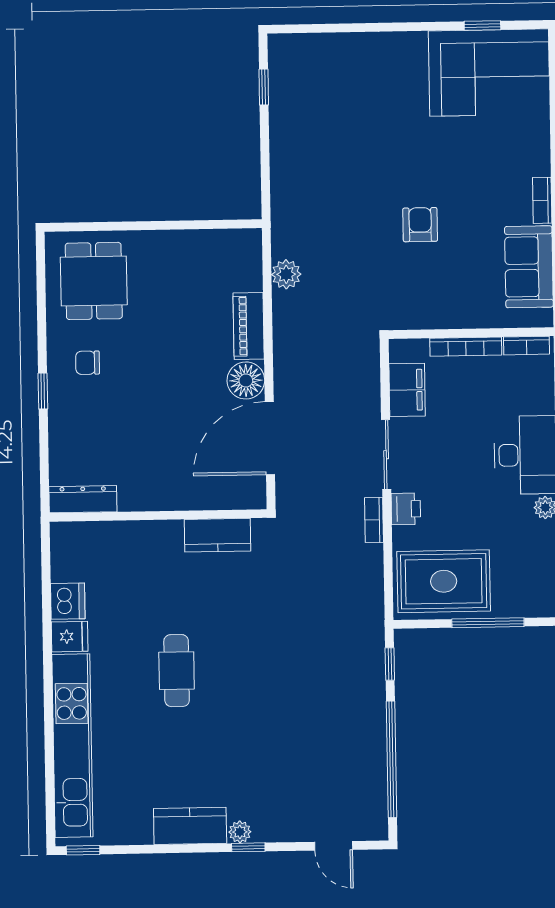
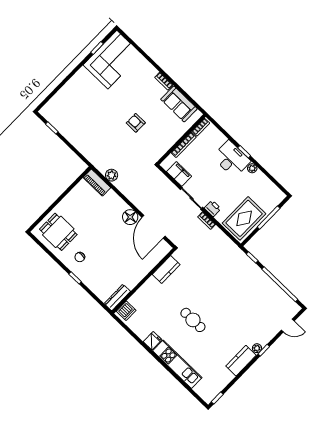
piano: (249, 326) -> (97, 183), moved
dishwasher: (68, 601) -> (126, 311), moved, turned 90
kitchen unit: (72, 746) -> (177, 364), width x0.73

